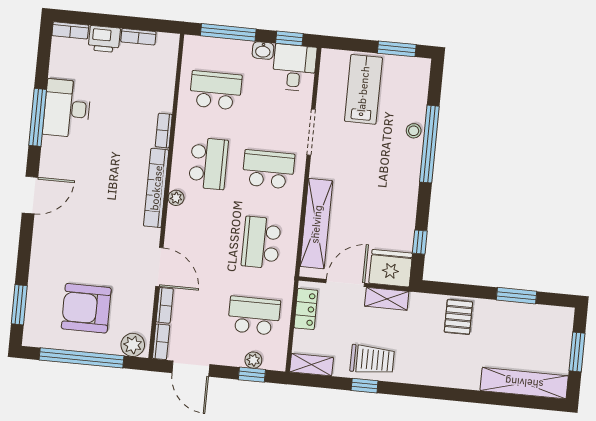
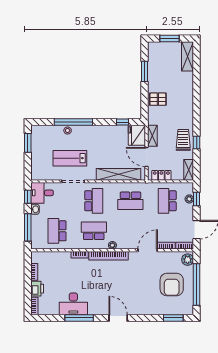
lab bench: (363, 89) -> (70, 158), moved
school desk: (268, 169) -> (94, 201), turned 180
shelving: (524, 383) -> (188, 56), width x0.68

